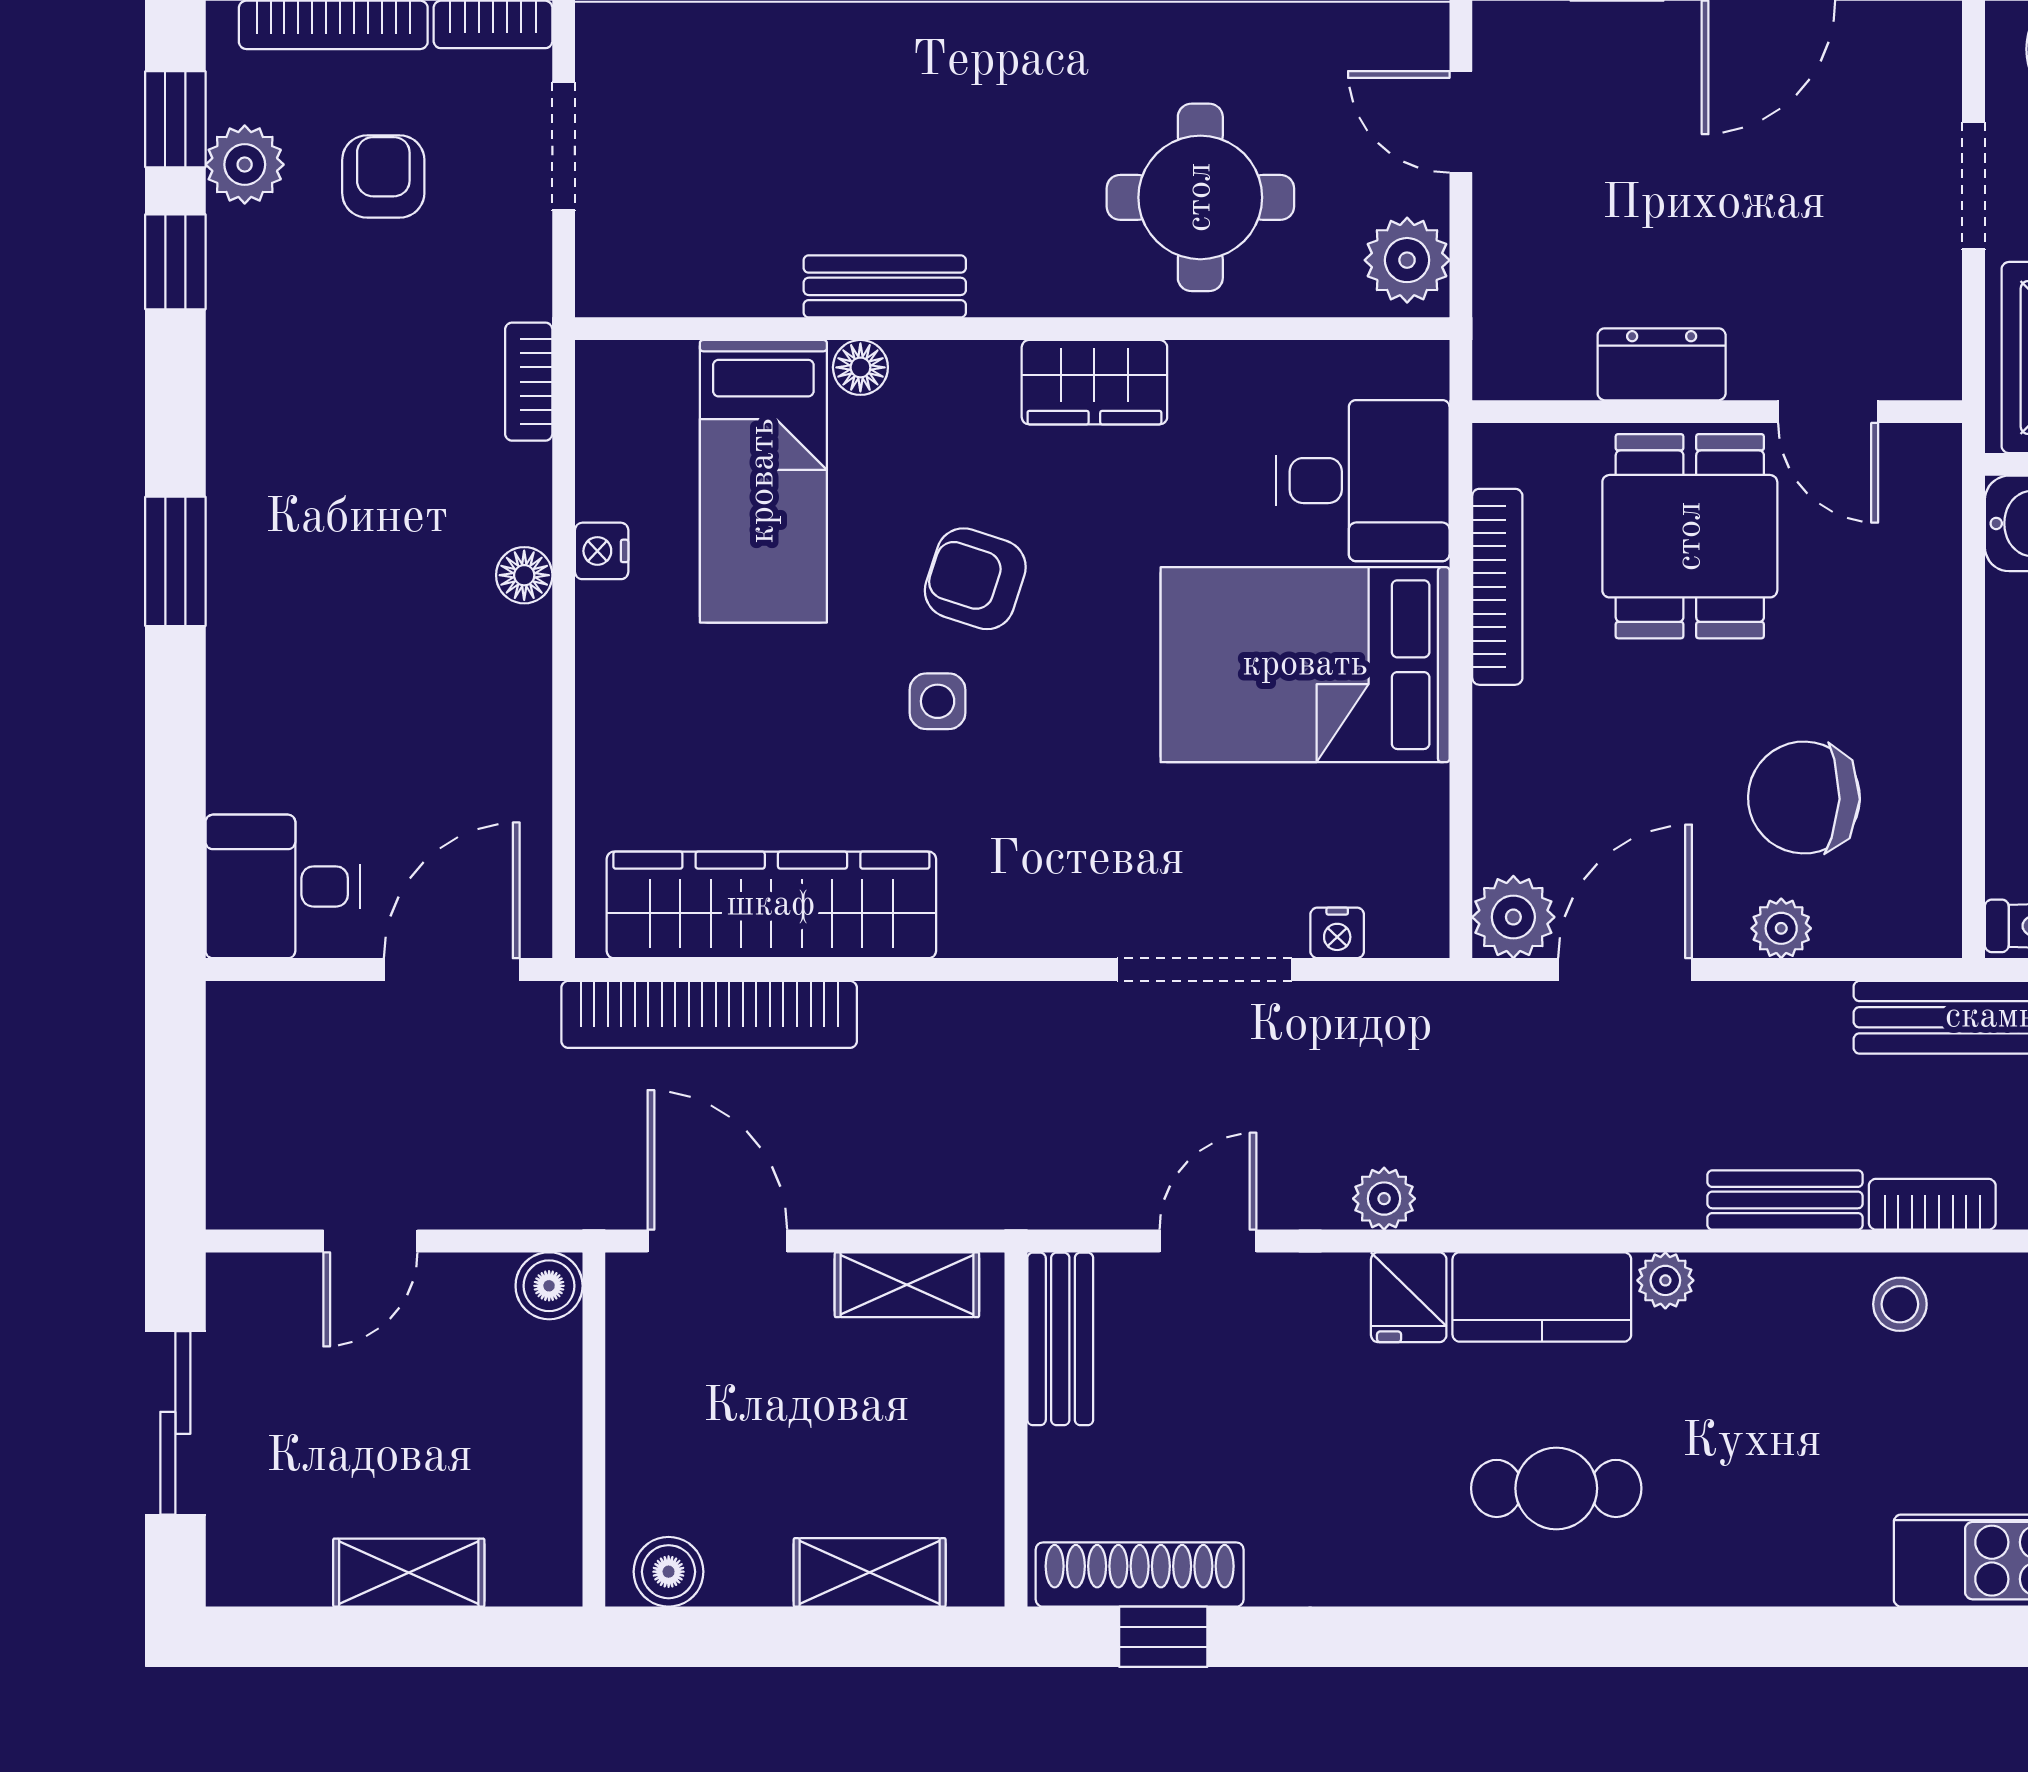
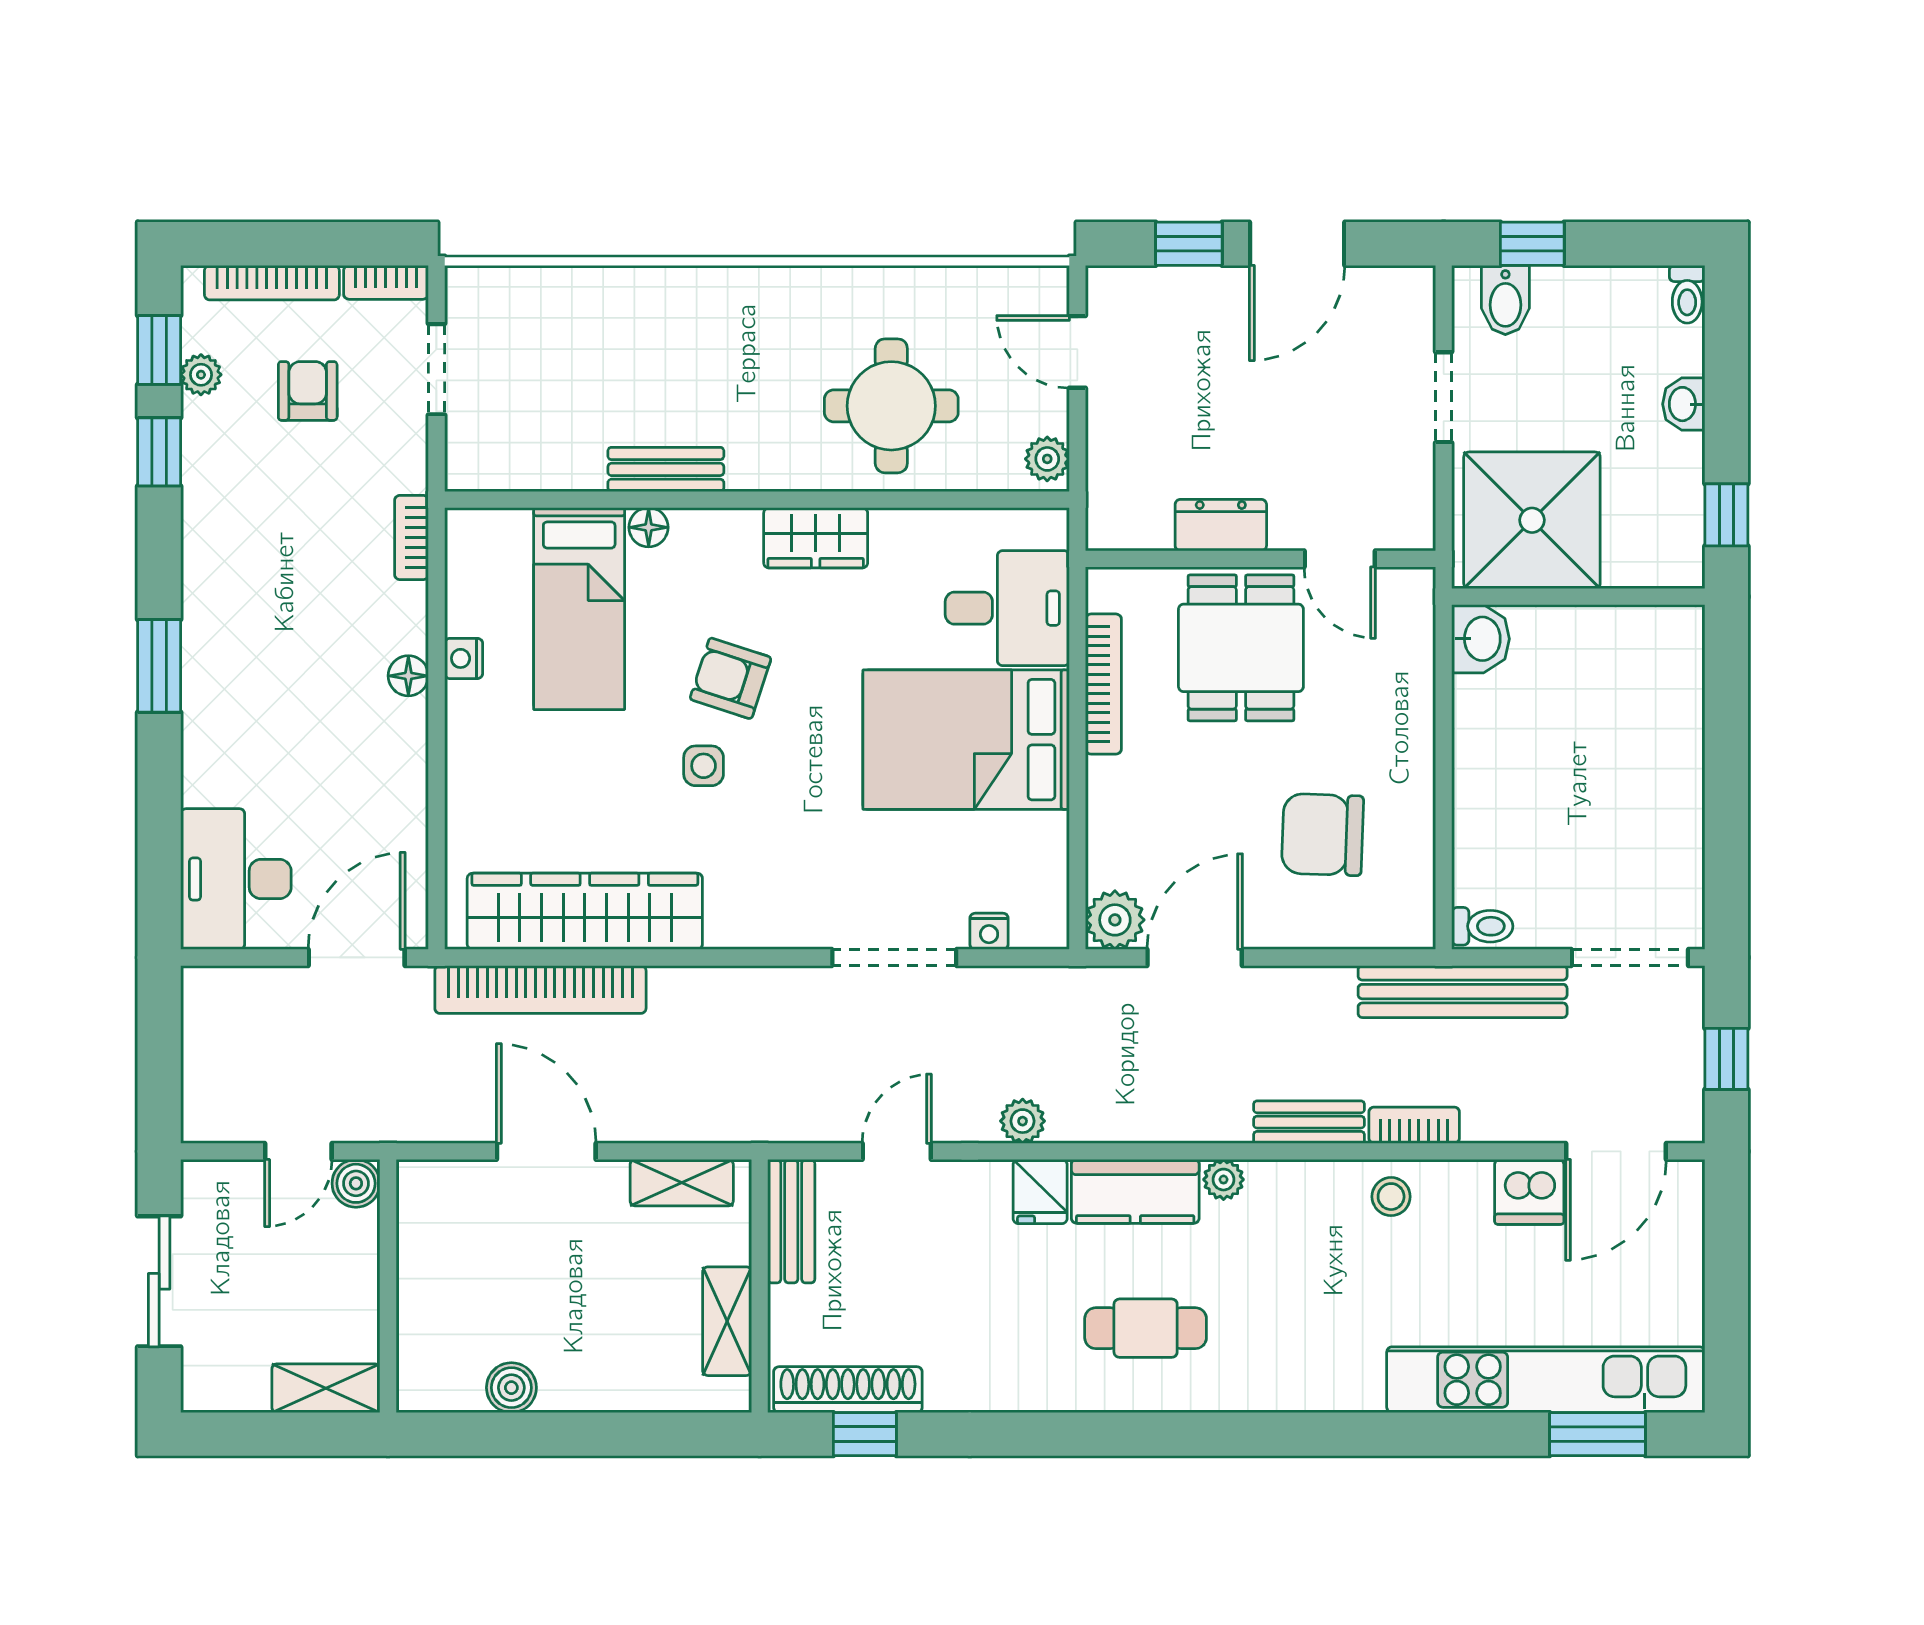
plant: (245, 165) -> (201, 375), width x0.73, depth x0.73
plant: (1407, 260) -> (1047, 459), width x0.73, depth x0.73
desk: (283, 886) -> (236, 879), width x1.37
plant: (1781, 928) -> (1306, 928), removed
boiler: (549, 1286) -> (356, 1183), moved
wall: (594, 1429) -> (388, 1286), moved
shelving: (870, 1572) -> (727, 1321), moved, turned 90

